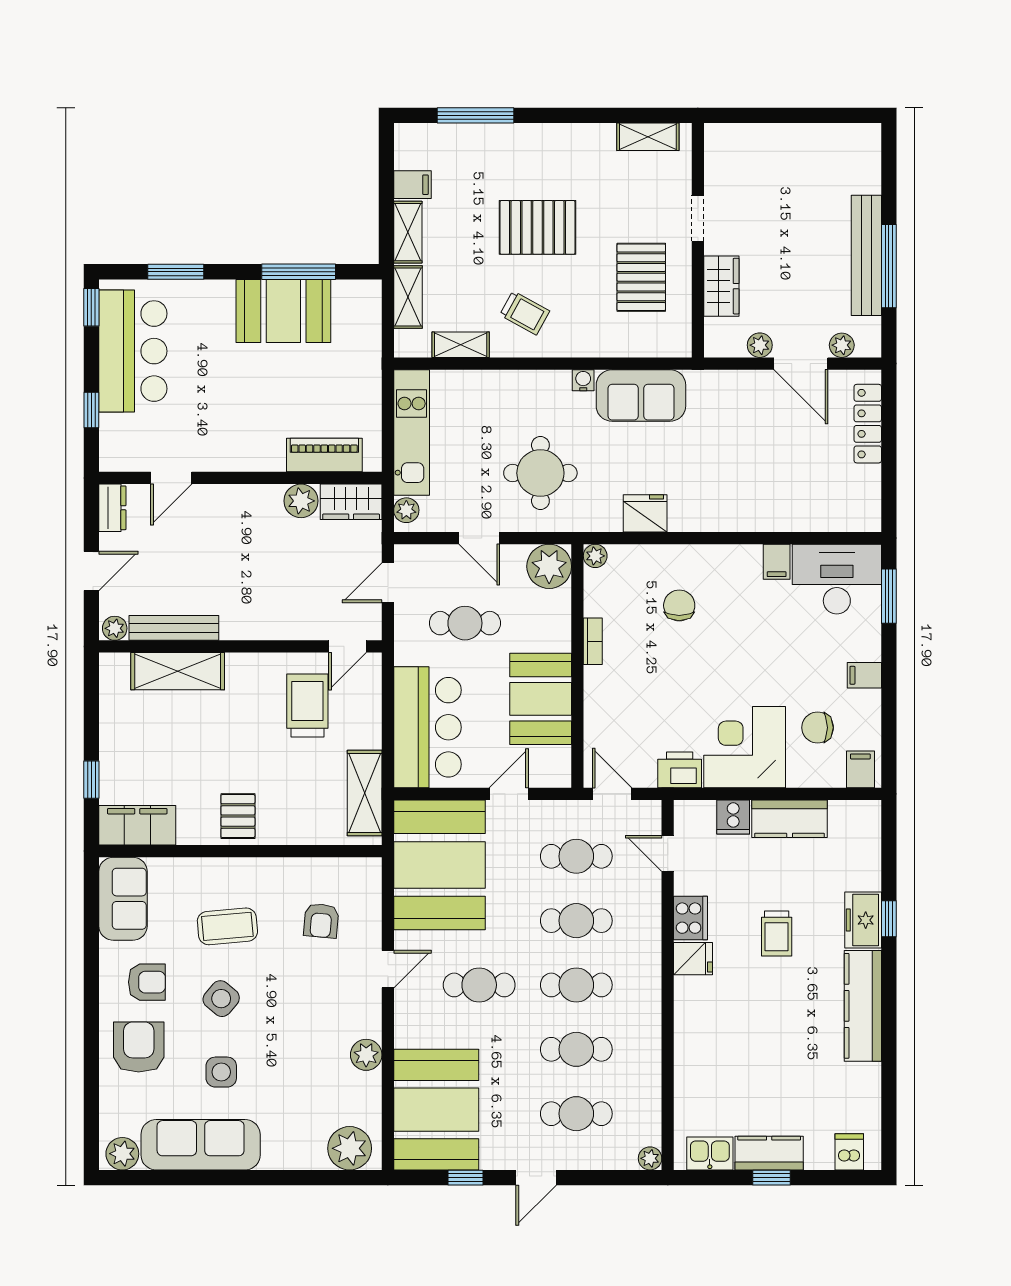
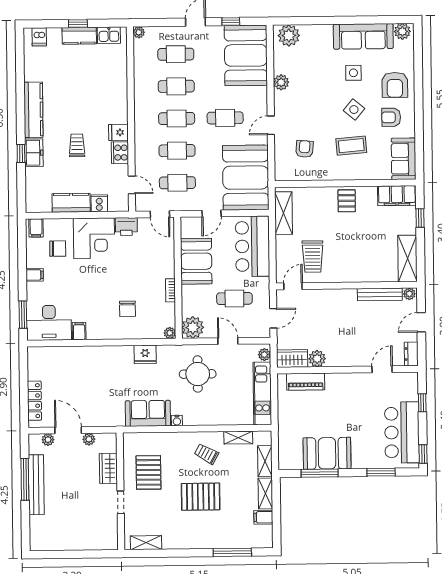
shelving: (178, 671) -> (407, 258), moved, turned 90

